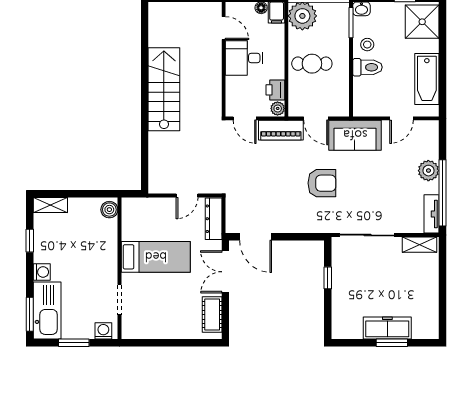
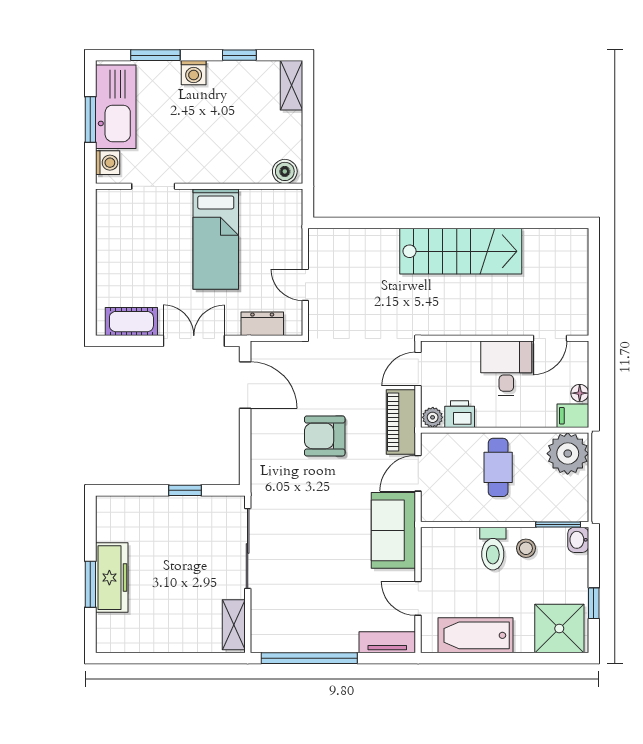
plant: (428, 171) -> (342, 638), removed
armchair: (322, 183) -> (325, 436), moved, turned 90
tv unit: (432, 214) -> (387, 642), moved
dresser: (214, 219) -> (262, 324), width x0.70
door: (256, 237) -> (245, 385), swing flipped
kitchen sink: (47, 310) -> (116, 107), moved, turned -90
window: (30, 314) -> (155, 55), moved

